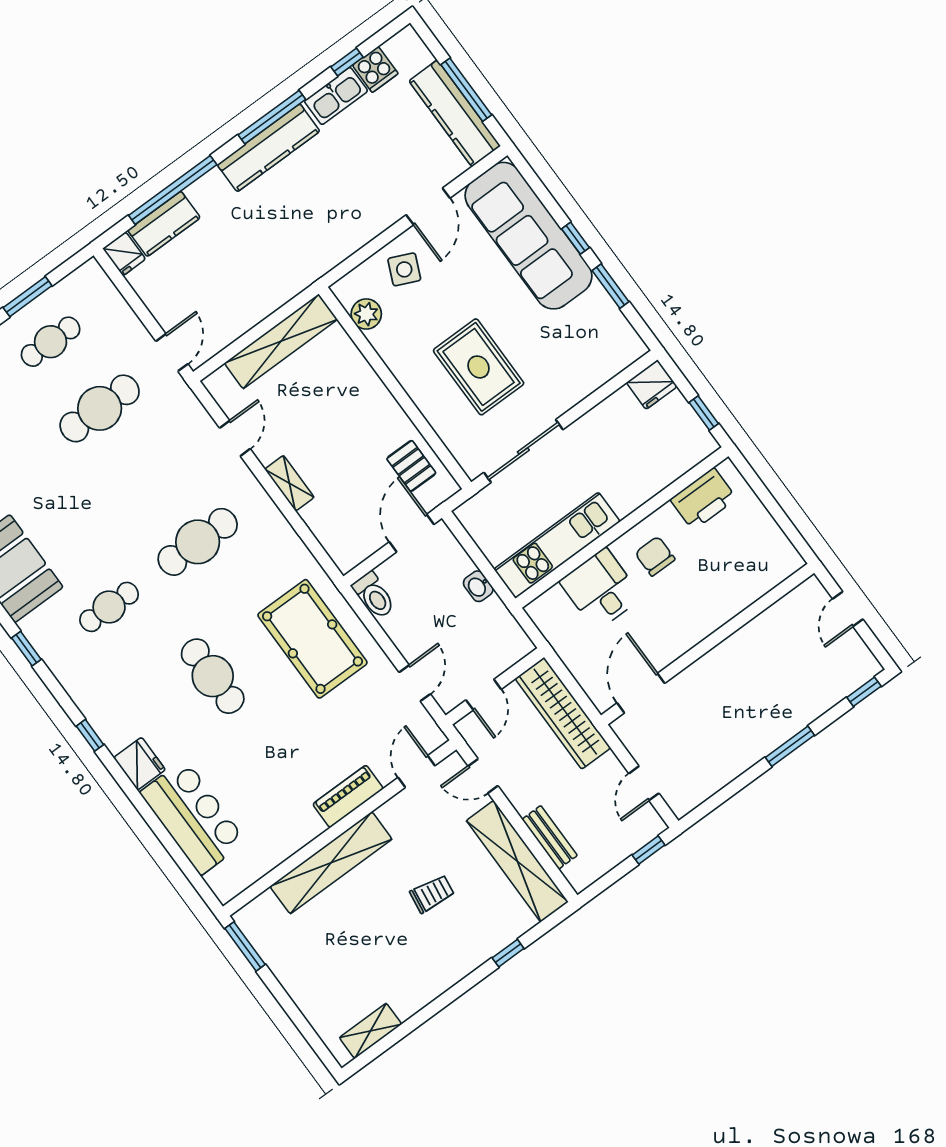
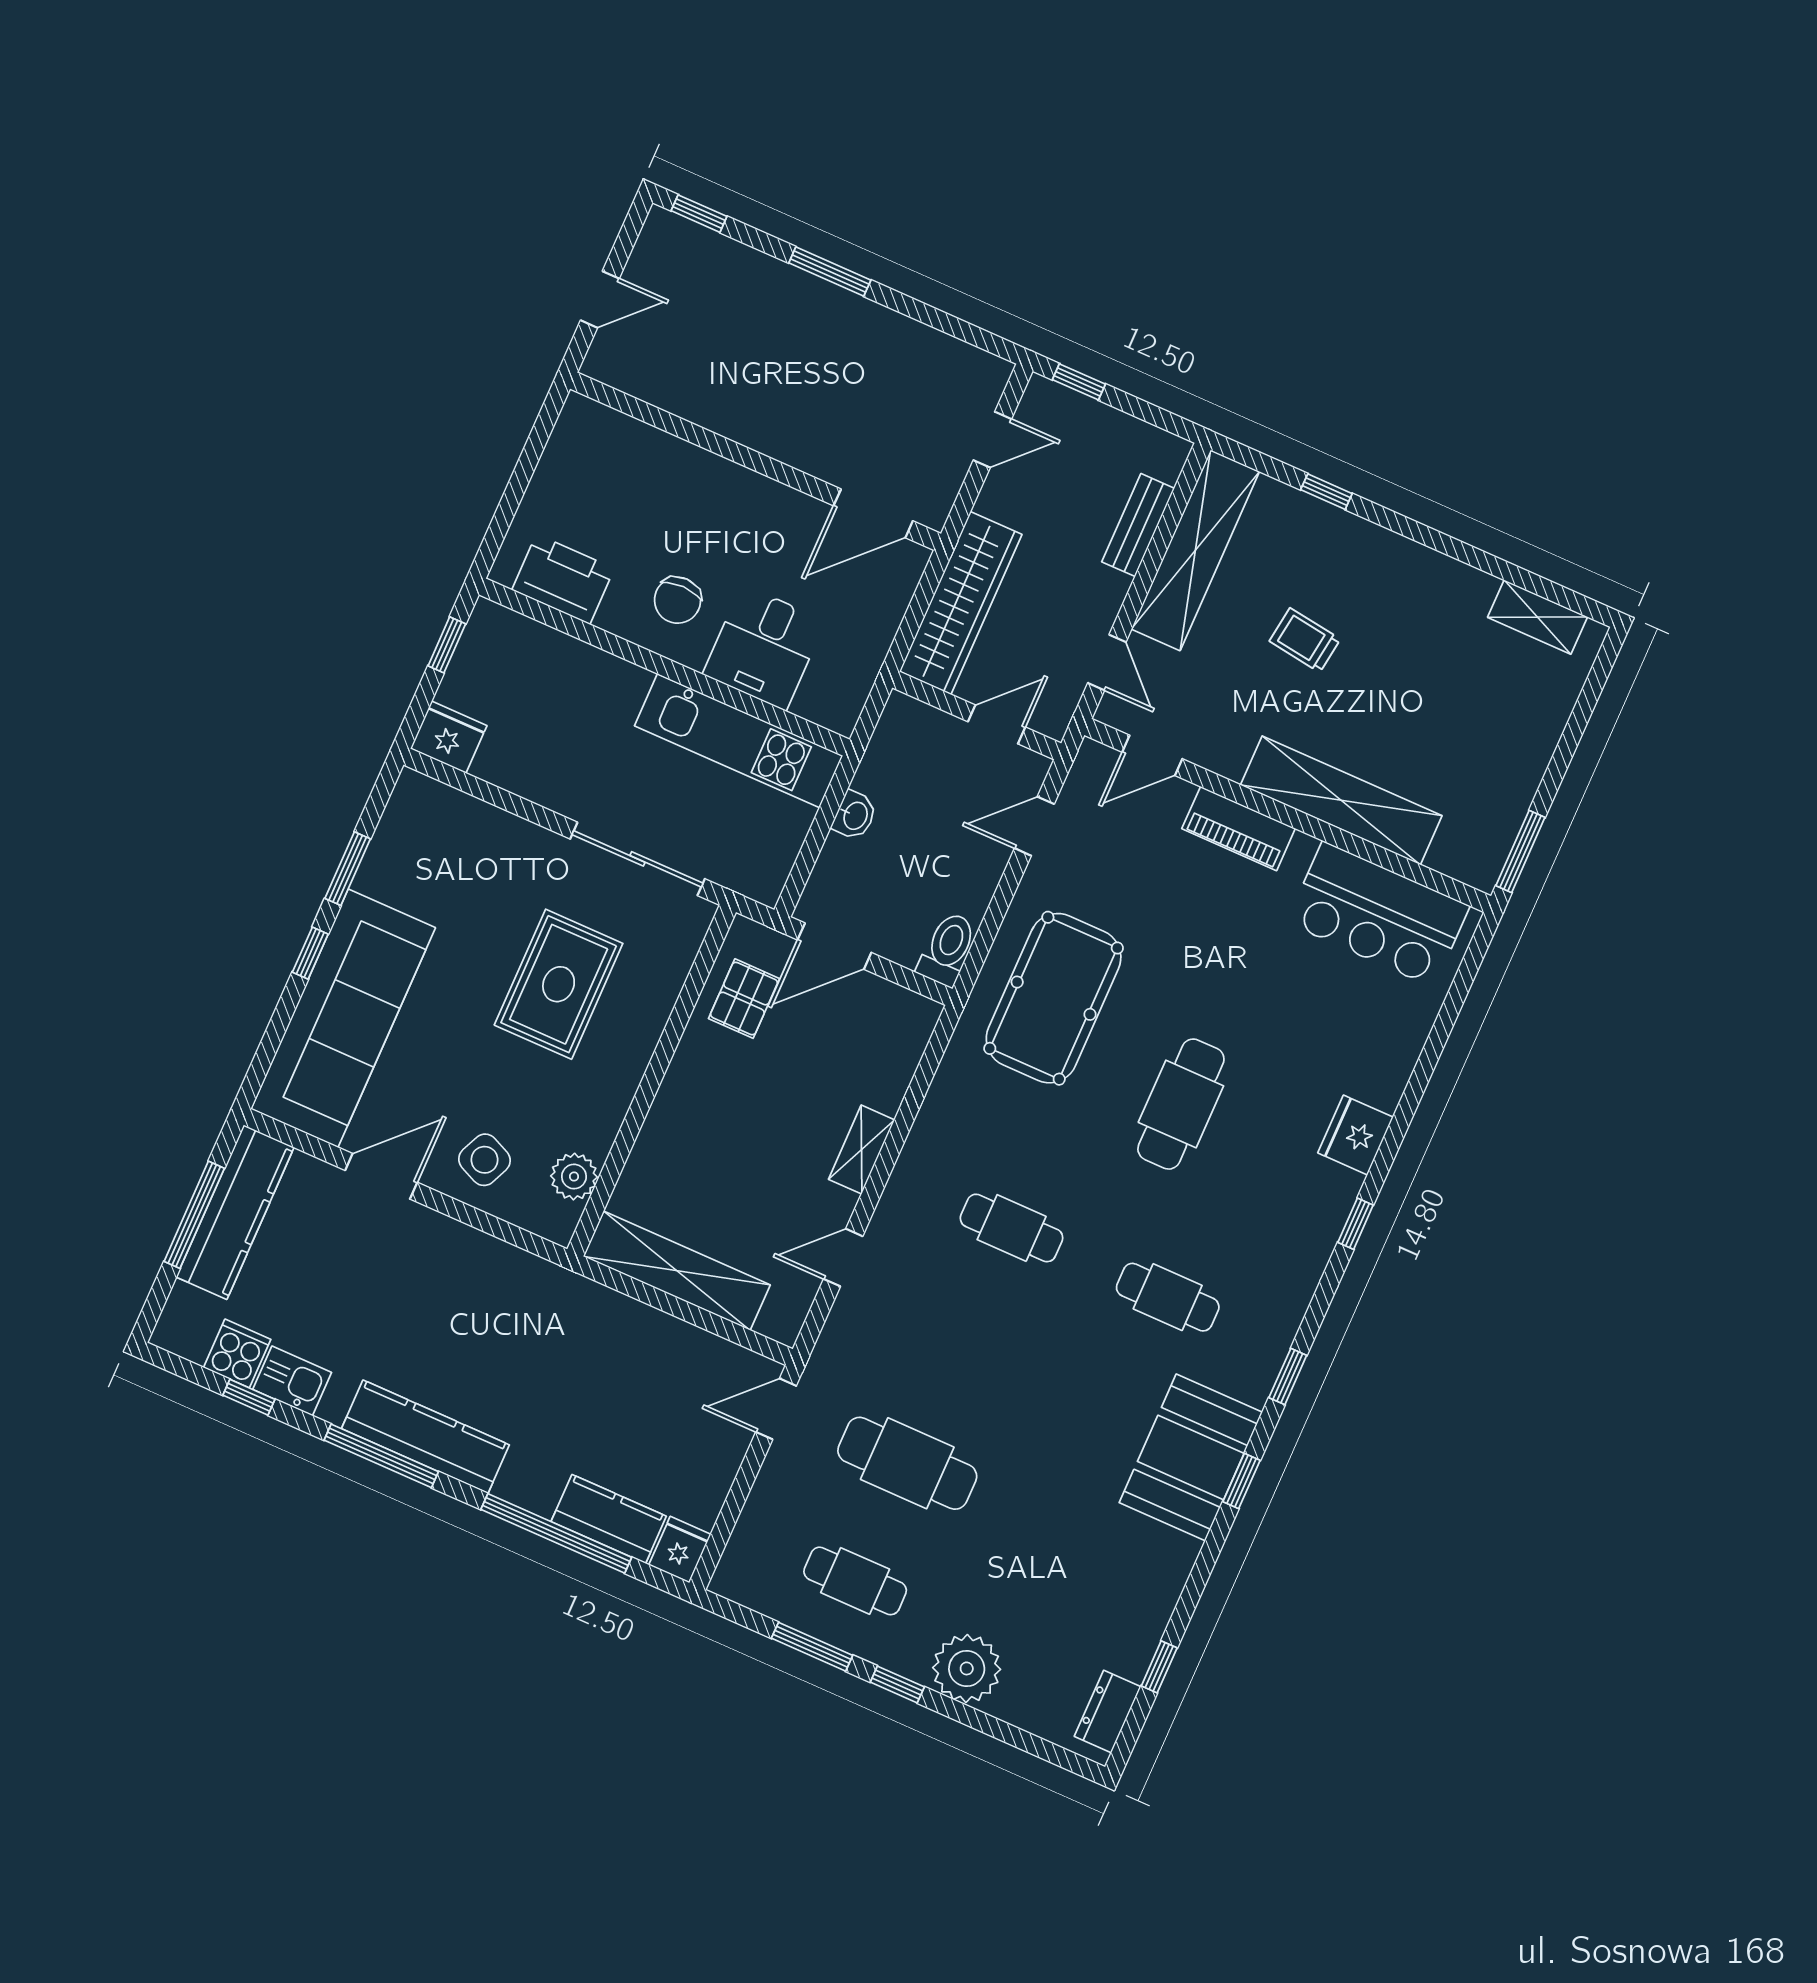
kitchen sink: (336, 96) -> (292, 1381), width x0.73
cafe table: (198, 542) -> (1012, 1228), width x0.73, depth x0.74
bar counter: (193, 817) -> (1378, 914), moved, turned -90

